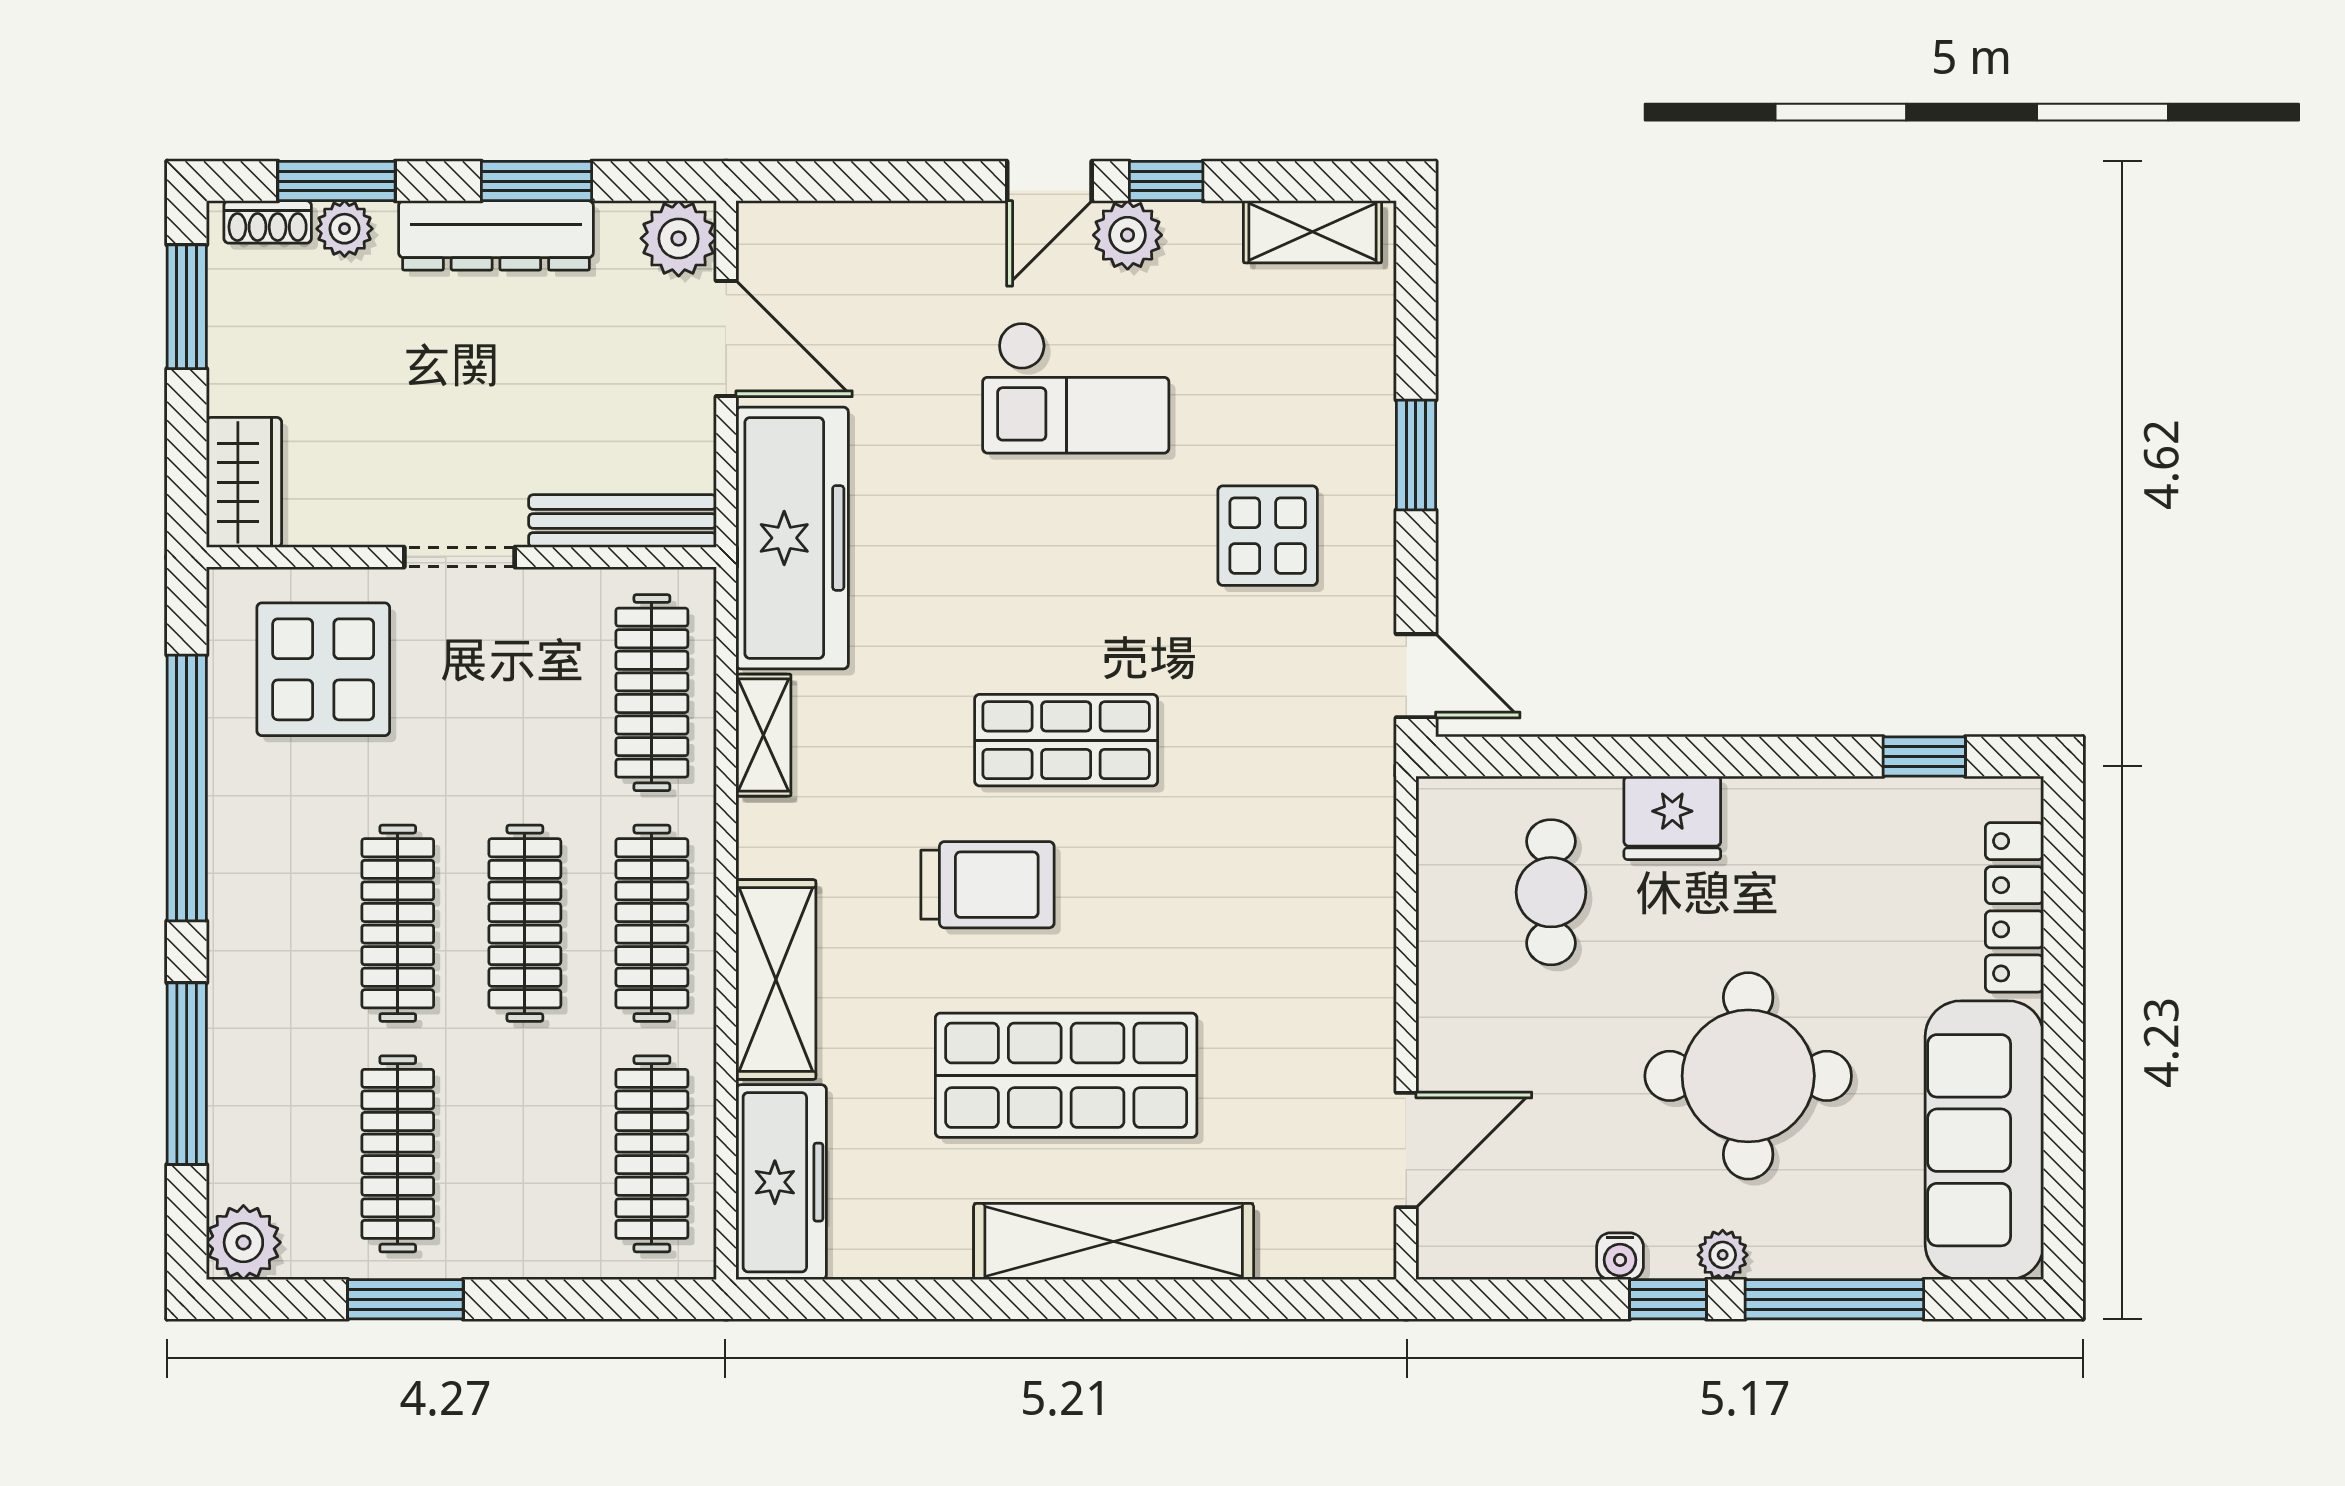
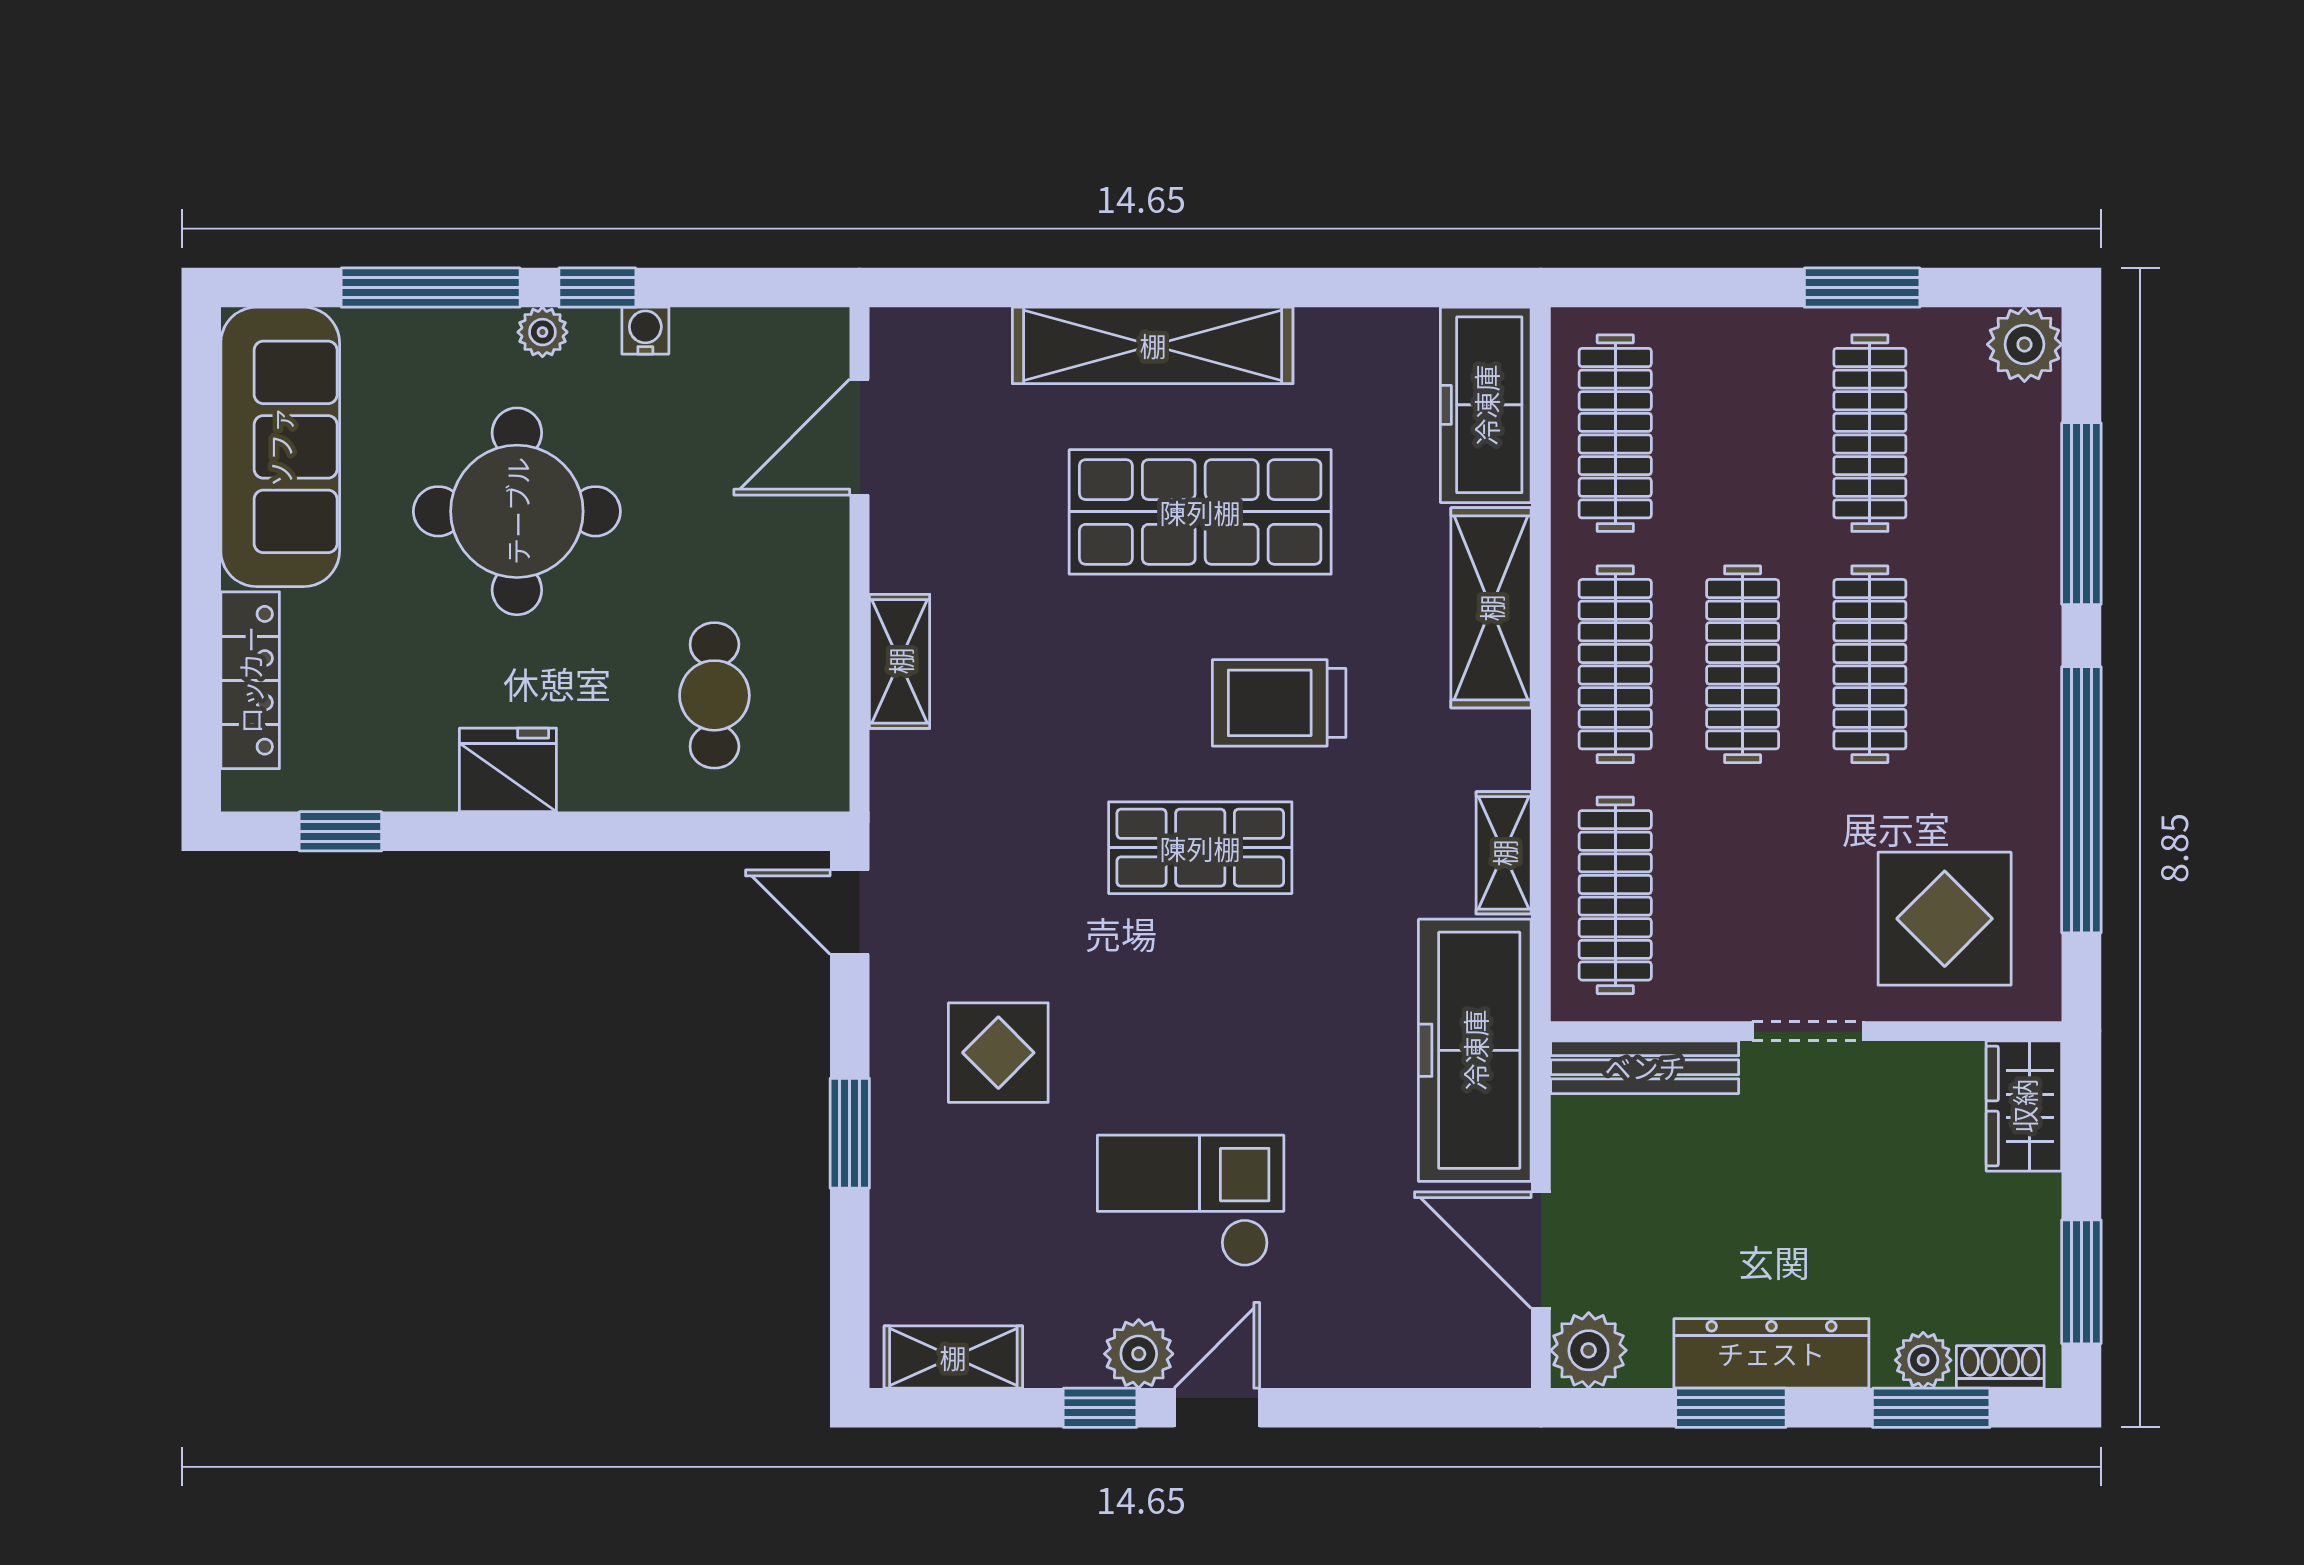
fridge: (1672, 818) -> (508, 770), moved
shelving: (1366, 926) -> (900, 661), added

